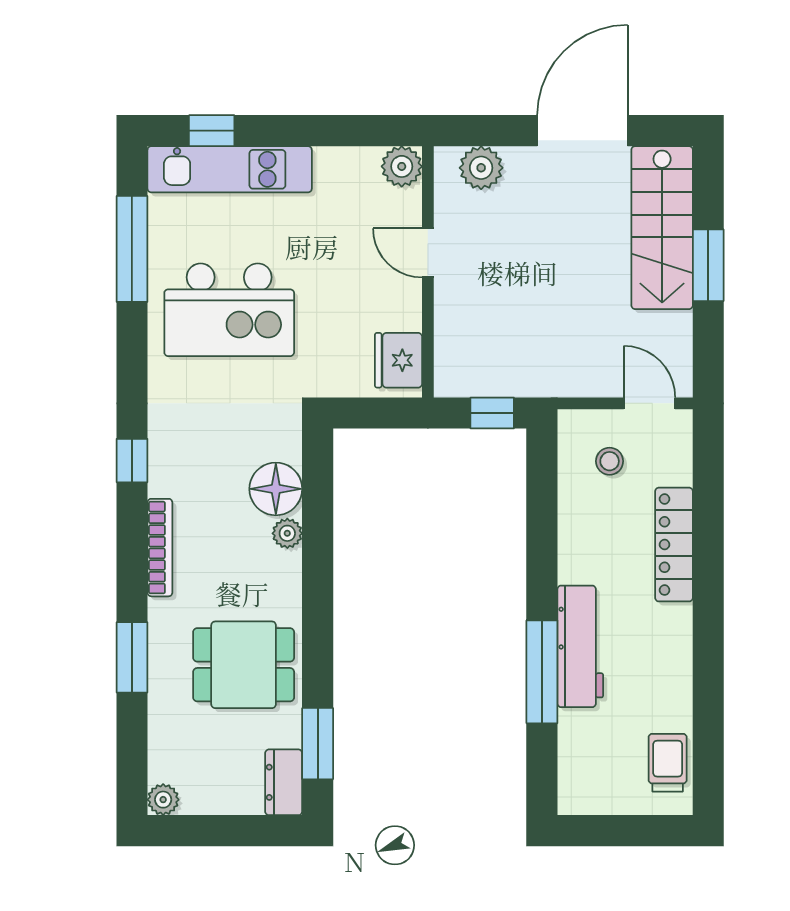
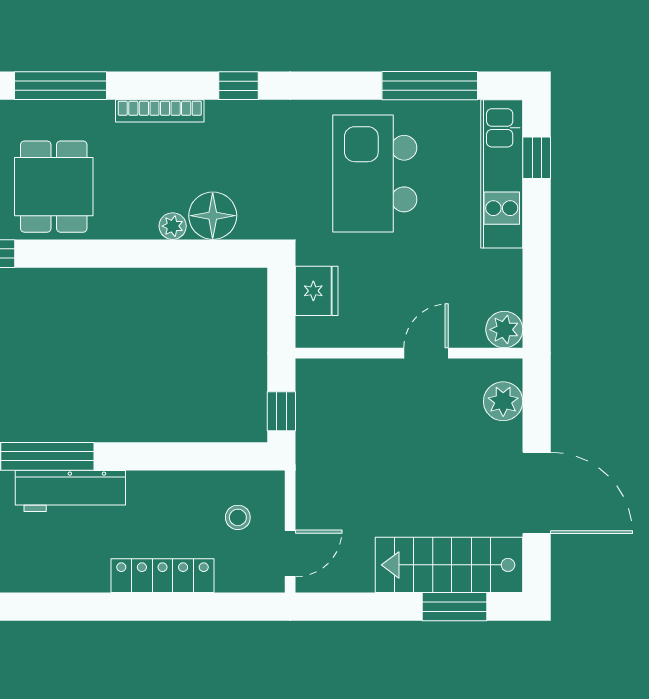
window: (708, 265) -> (455, 607), moved
fridge: (399, 360) -> (317, 291), moved, turned 90
window: (132, 657) -> (60, 86), width x1.44

